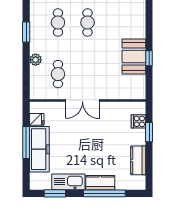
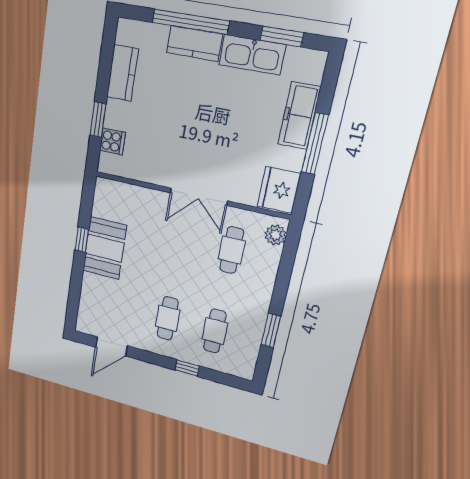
plant: (36, 60) -> (276, 235), moved
double door: (82, 100) -> (199, 197), swing flipped
fridge: (37, 119) -> (279, 190), width x1.88, depth x1.34
freezer: (39, 149) -> (299, 116), width x0.73, depth x0.79

